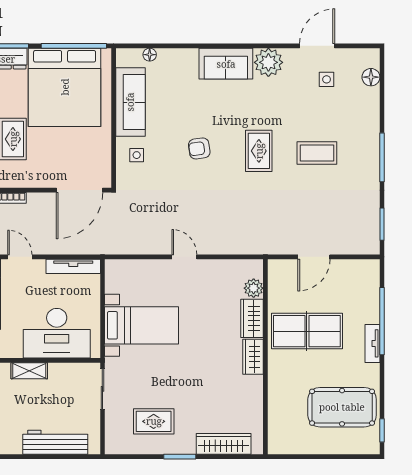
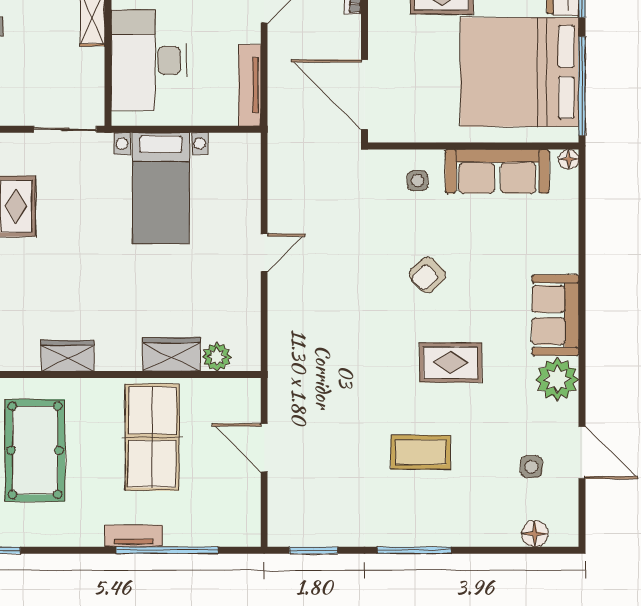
floor lamp: (150, 55) -> (569, 159), moved
armchair: (199, 148) -> (427, 275), turned -126
rug: (259, 151) -> (450, 363), moved
coffee table: (317, 153) -> (421, 452), turned 90
wardrobe: (253, 357) -> (67, 356), moved
pool table: (342, 407) -> (35, 450), moved

